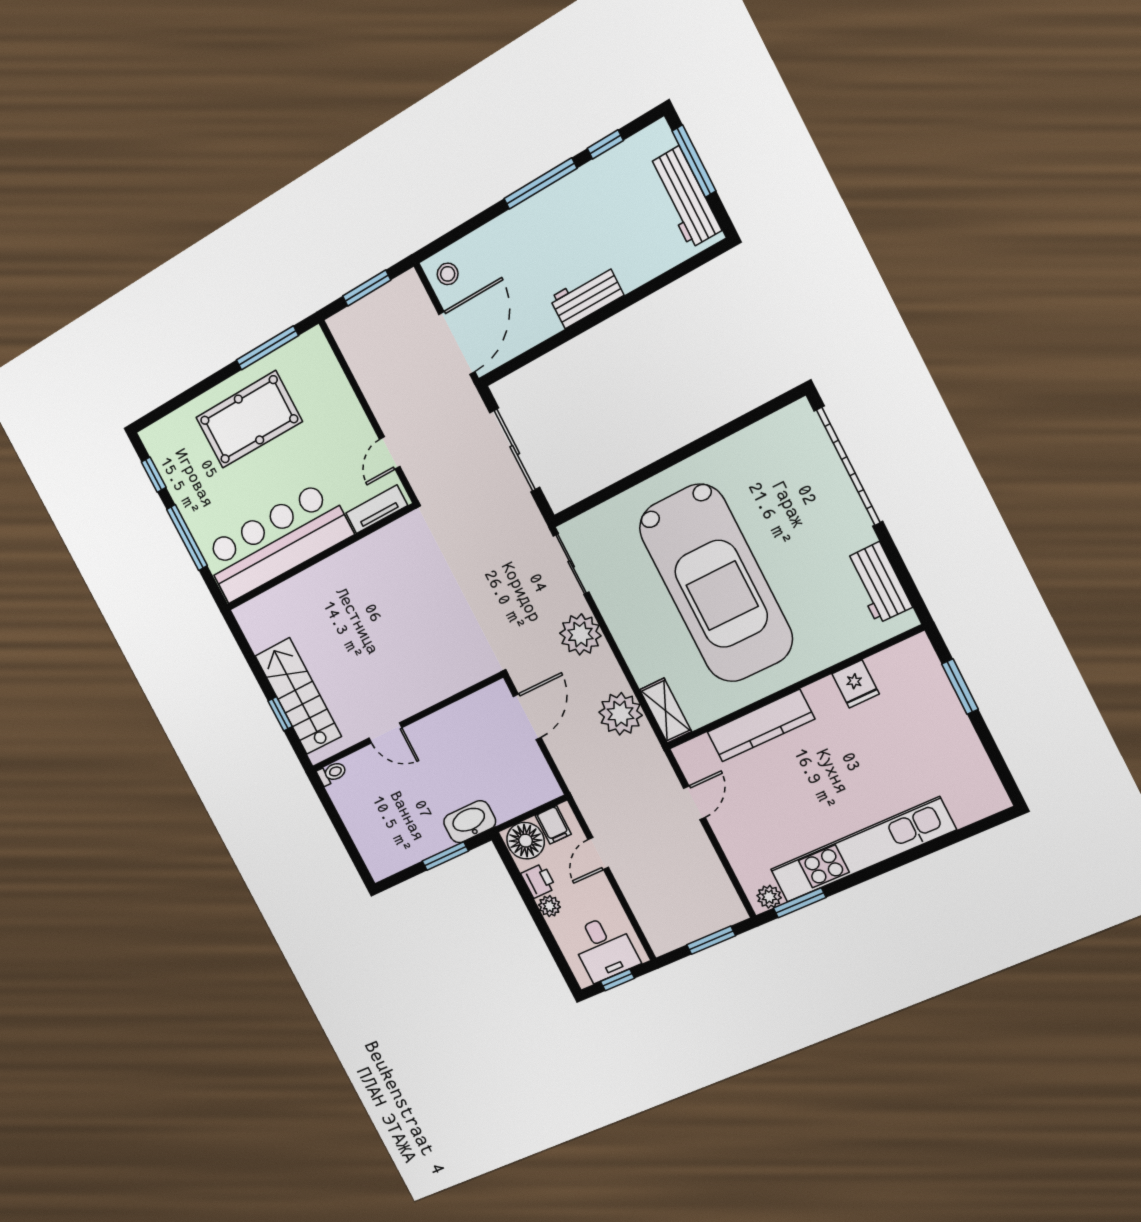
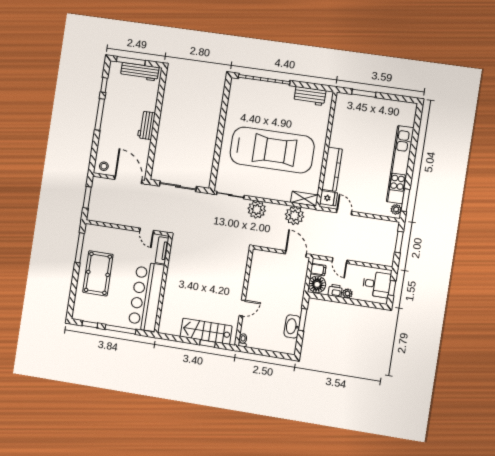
fridge: (856, 684) -> (329, 198), moved
door: (527, 717) -> (296, 254), moved
washbasin: (470, 822) -> (292, 326), moved

